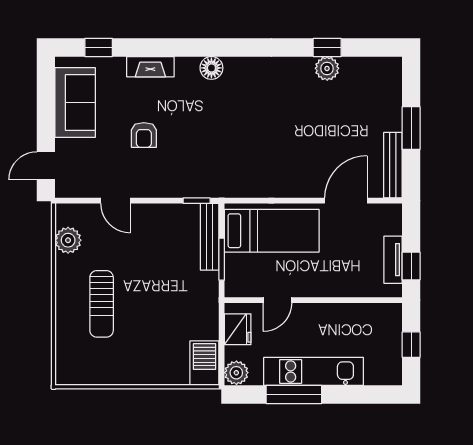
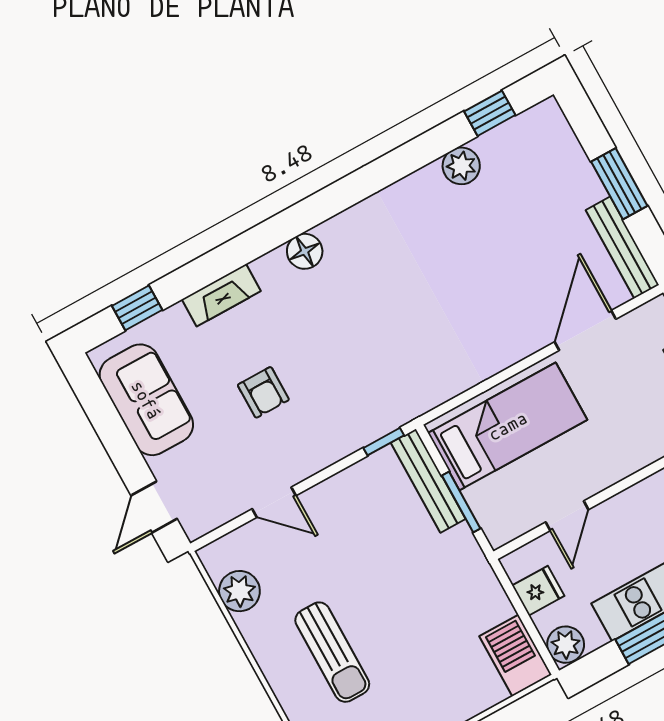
window: (327, 47) -> (490, 113), moved
fridge: (238, 329) -> (538, 591), width x0.72

